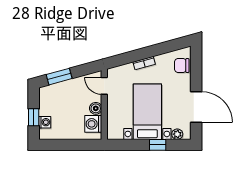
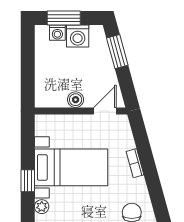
window: (34, 117) -> (64, 18), width x1.50
washing machine: (93, 124) -> (78, 36), moved, turned 180

